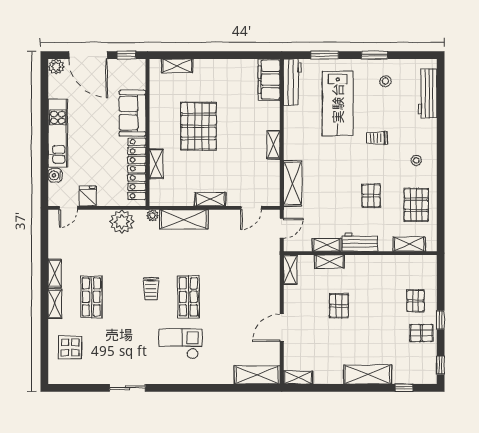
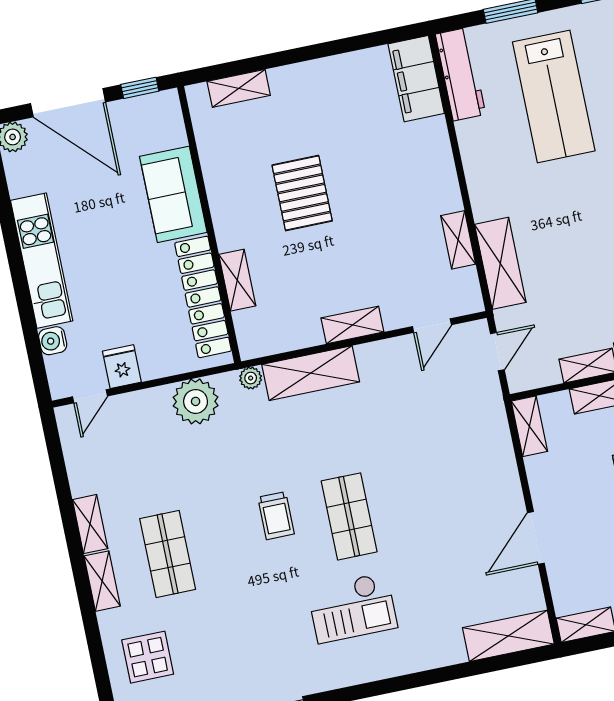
pallet: (198, 126) -> (302, 193), width x0.73, depth x0.71
shelving: (273, 145) -> (458, 240), moved
checkout: (180, 344) -> (352, 608), turned 180

